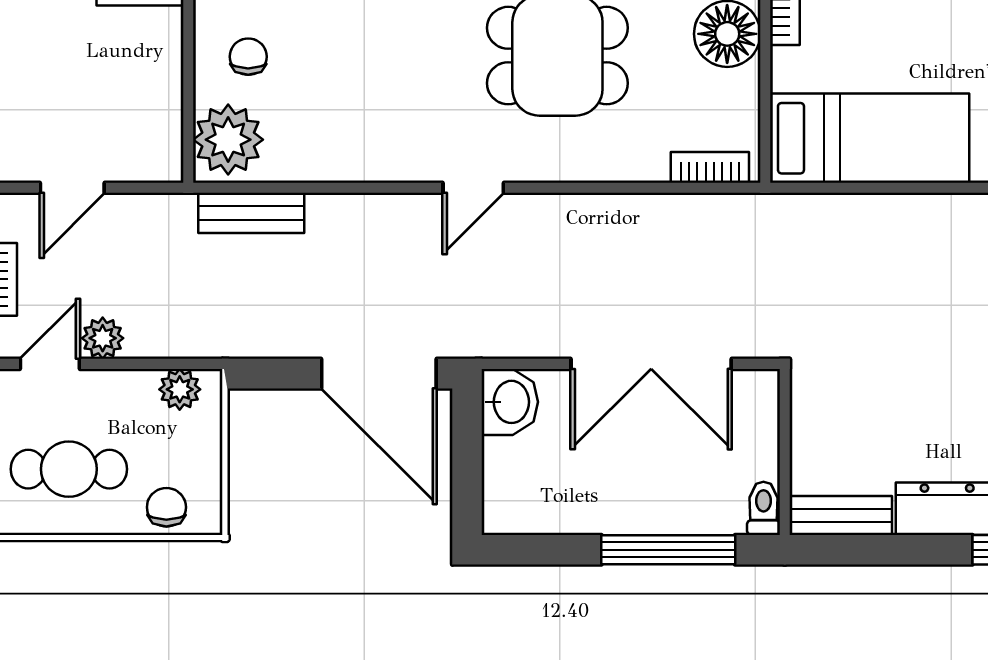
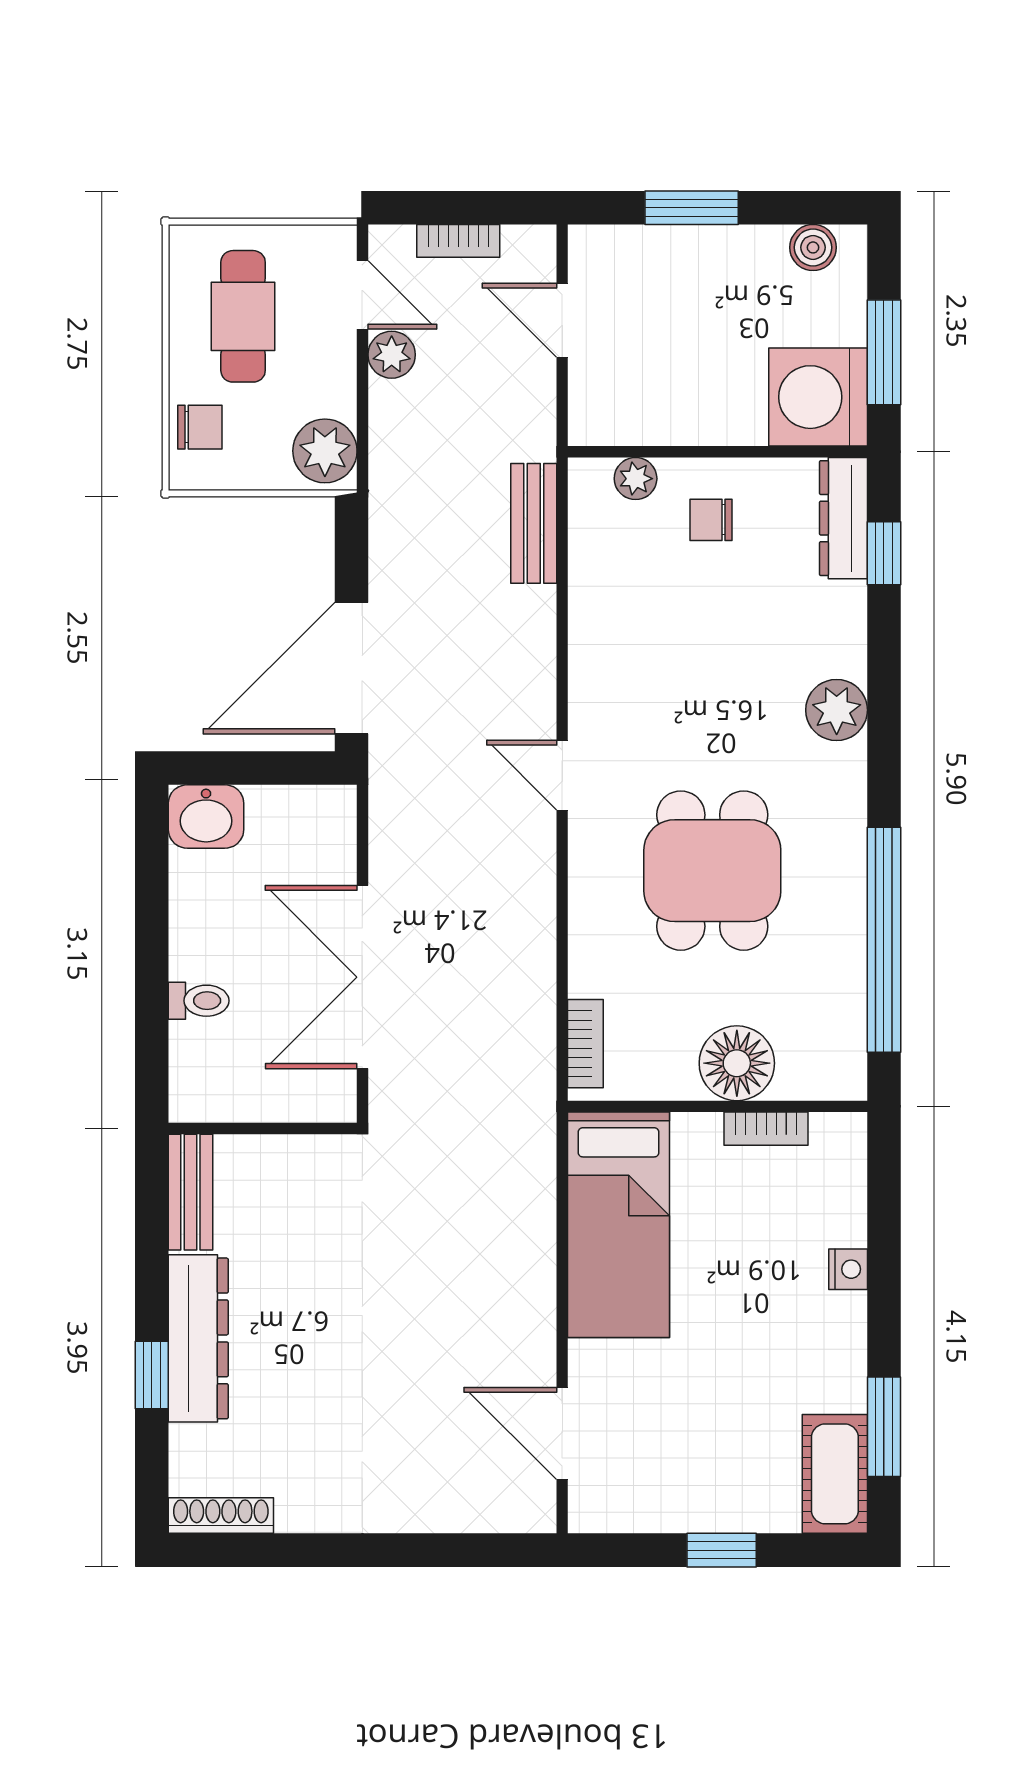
chair: (248, 57) -> (711, 520), turned 180
plant: (228, 140) -> (636, 479), width x0.53, depth x0.53
plant: (180, 389) -> (325, 451), width x1.38, depth x1.38
washbasin: (510, 402) -> (206, 816), moved
toilet: (763, 508) -> (199, 1001), moved
window: (668, 550) -> (152, 996), removed

